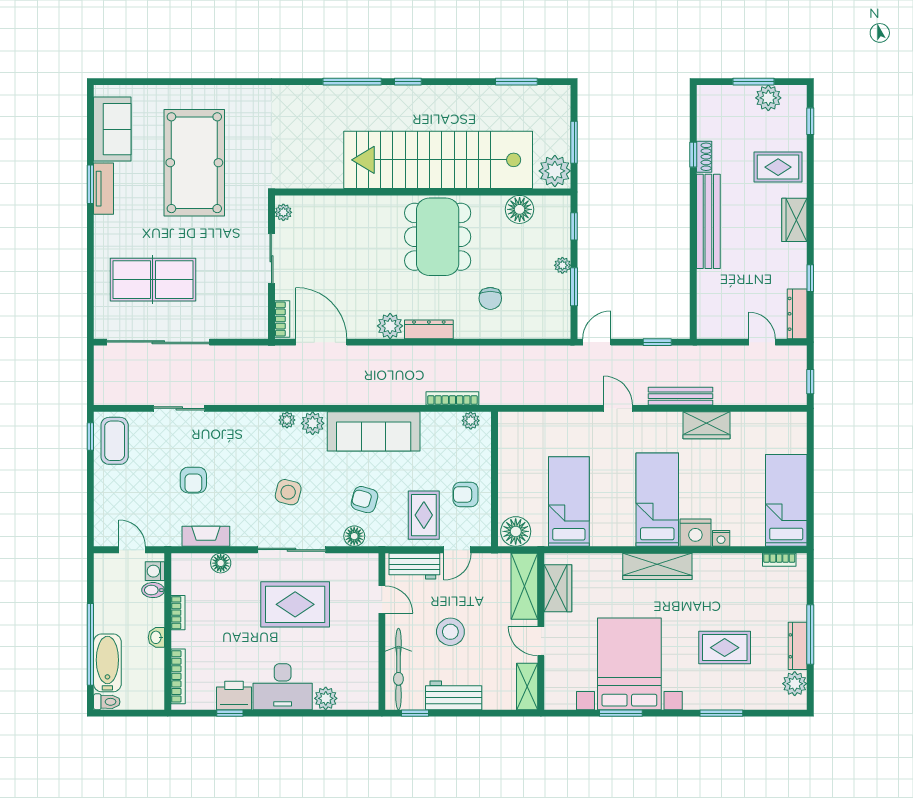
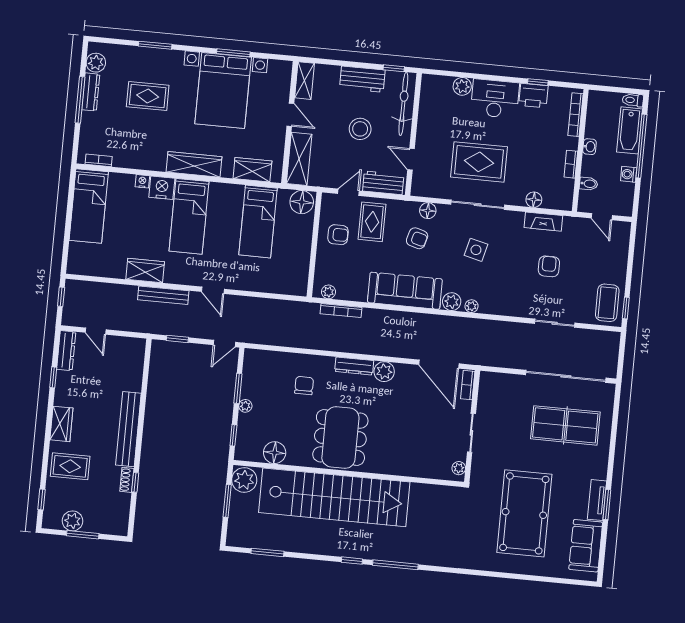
washing machine: (155, 571) -> (629, 174), moved, turned 180
wardrobe: (558, 588) -> (252, 170), moved, turned 90

